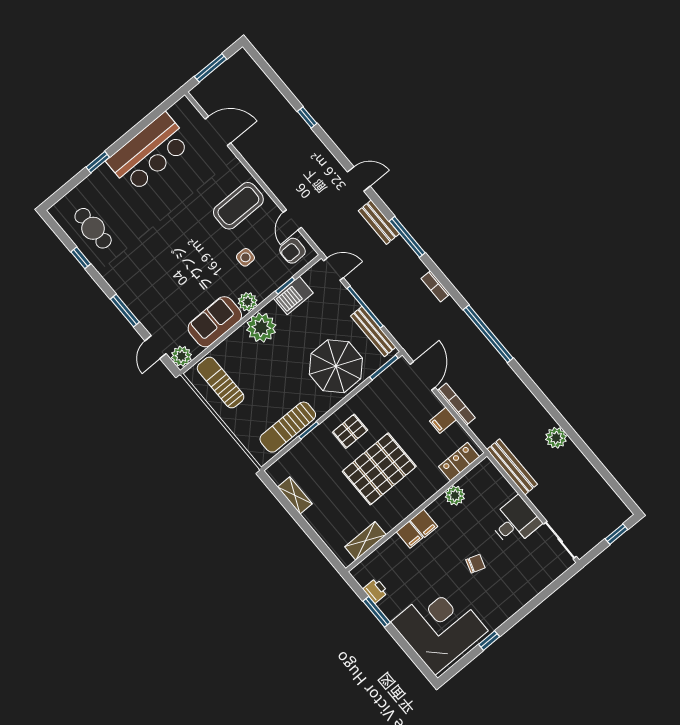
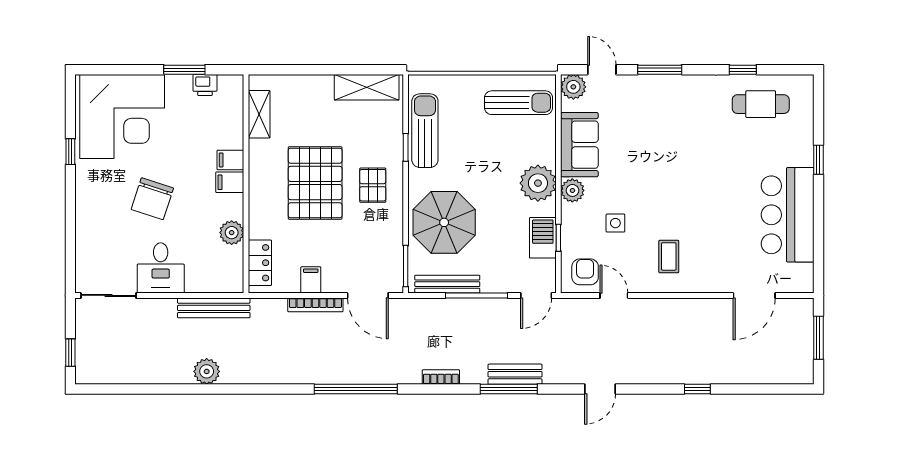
coffee table: (238, 206) -> (669, 256), width x0.54, depth x0.58
bench: (379, 222) -> (515, 374), moved
shelving: (295, 495) -> (367, 87), width x1.50, depth x1.33
chair: (475, 564) -> (152, 199), width x1.87, depth x1.87

